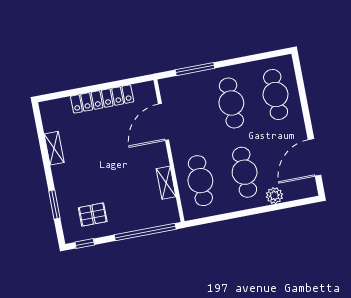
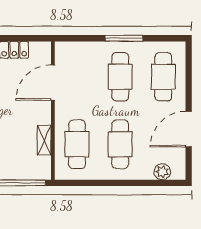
window: (195, 69) -> (124, 38), moved
door: (314, 157) -> (189, 129), moved
plant: (274, 196) -> (162, 172), moved

